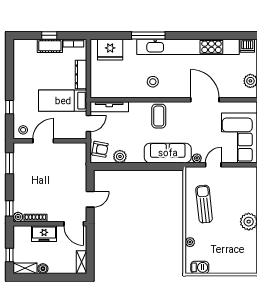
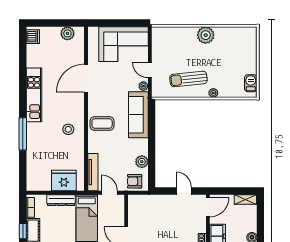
kitchen unit: (188, 47) -> (34, 95), width x0.54
fridge: (110, 50) -> (64, 181), moved, turned -90
armchair: (100, 149) -> (135, 181), turned -100
plant: (190, 242) -> (213, 93), moved

